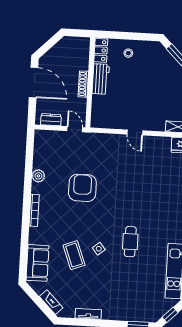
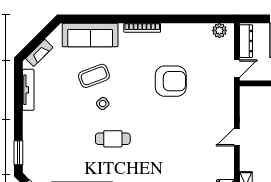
dresser: (51, 120) -> (246, 41), width x1.44
plant: (38, 176) -> (219, 30), moved
sofa: (37, 263) -> (90, 35), width x1.36
tv unit: (88, 314) -> (28, 90), width x1.41

